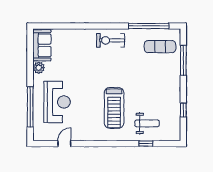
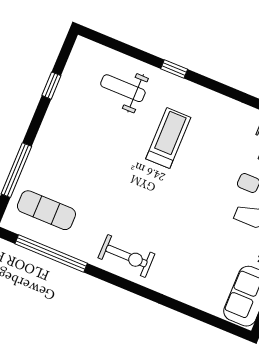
treadmill: (114, 108) -> (168, 138), width x0.73, depth x0.73
window: (146, 144) -> (174, 69), moved

